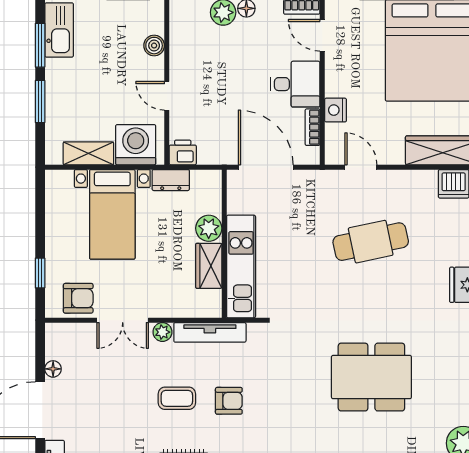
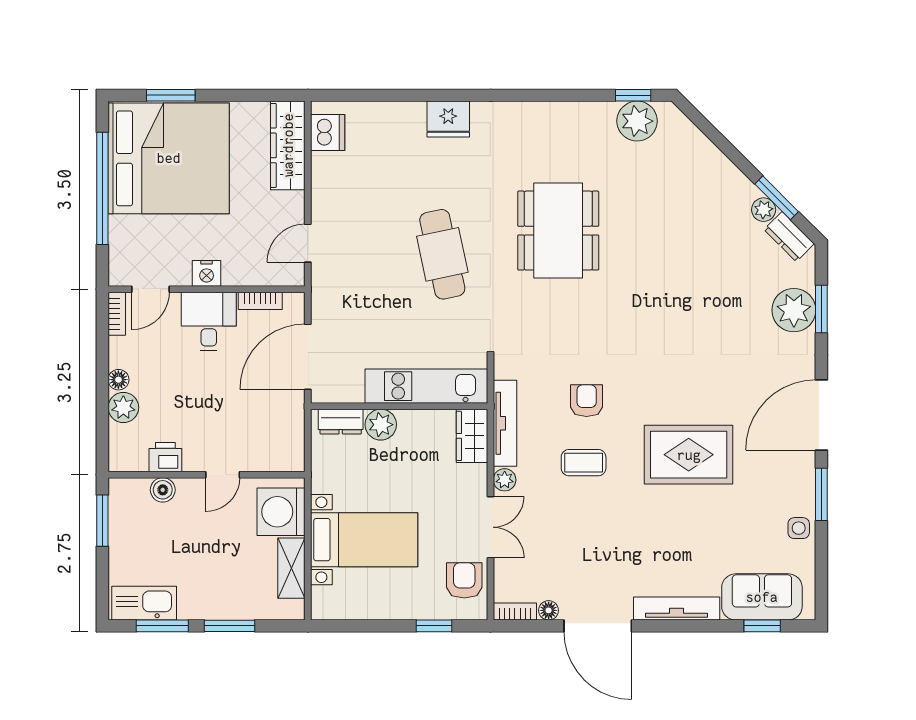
nightstand: (336, 110) -> (207, 273), moved
printer: (183, 152) -> (165, 457), moved, turned 90
dresser: (171, 180) -> (341, 422), moved, turned 90
cafe table: (371, 242) -> (442, 254), moved
wardrobe: (209, 266) -> (472, 436), moved, turned 90
bookcase: (52, 341) -> (515, 612), added
coffee table: (177, 398) -> (584, 463), turned 90

